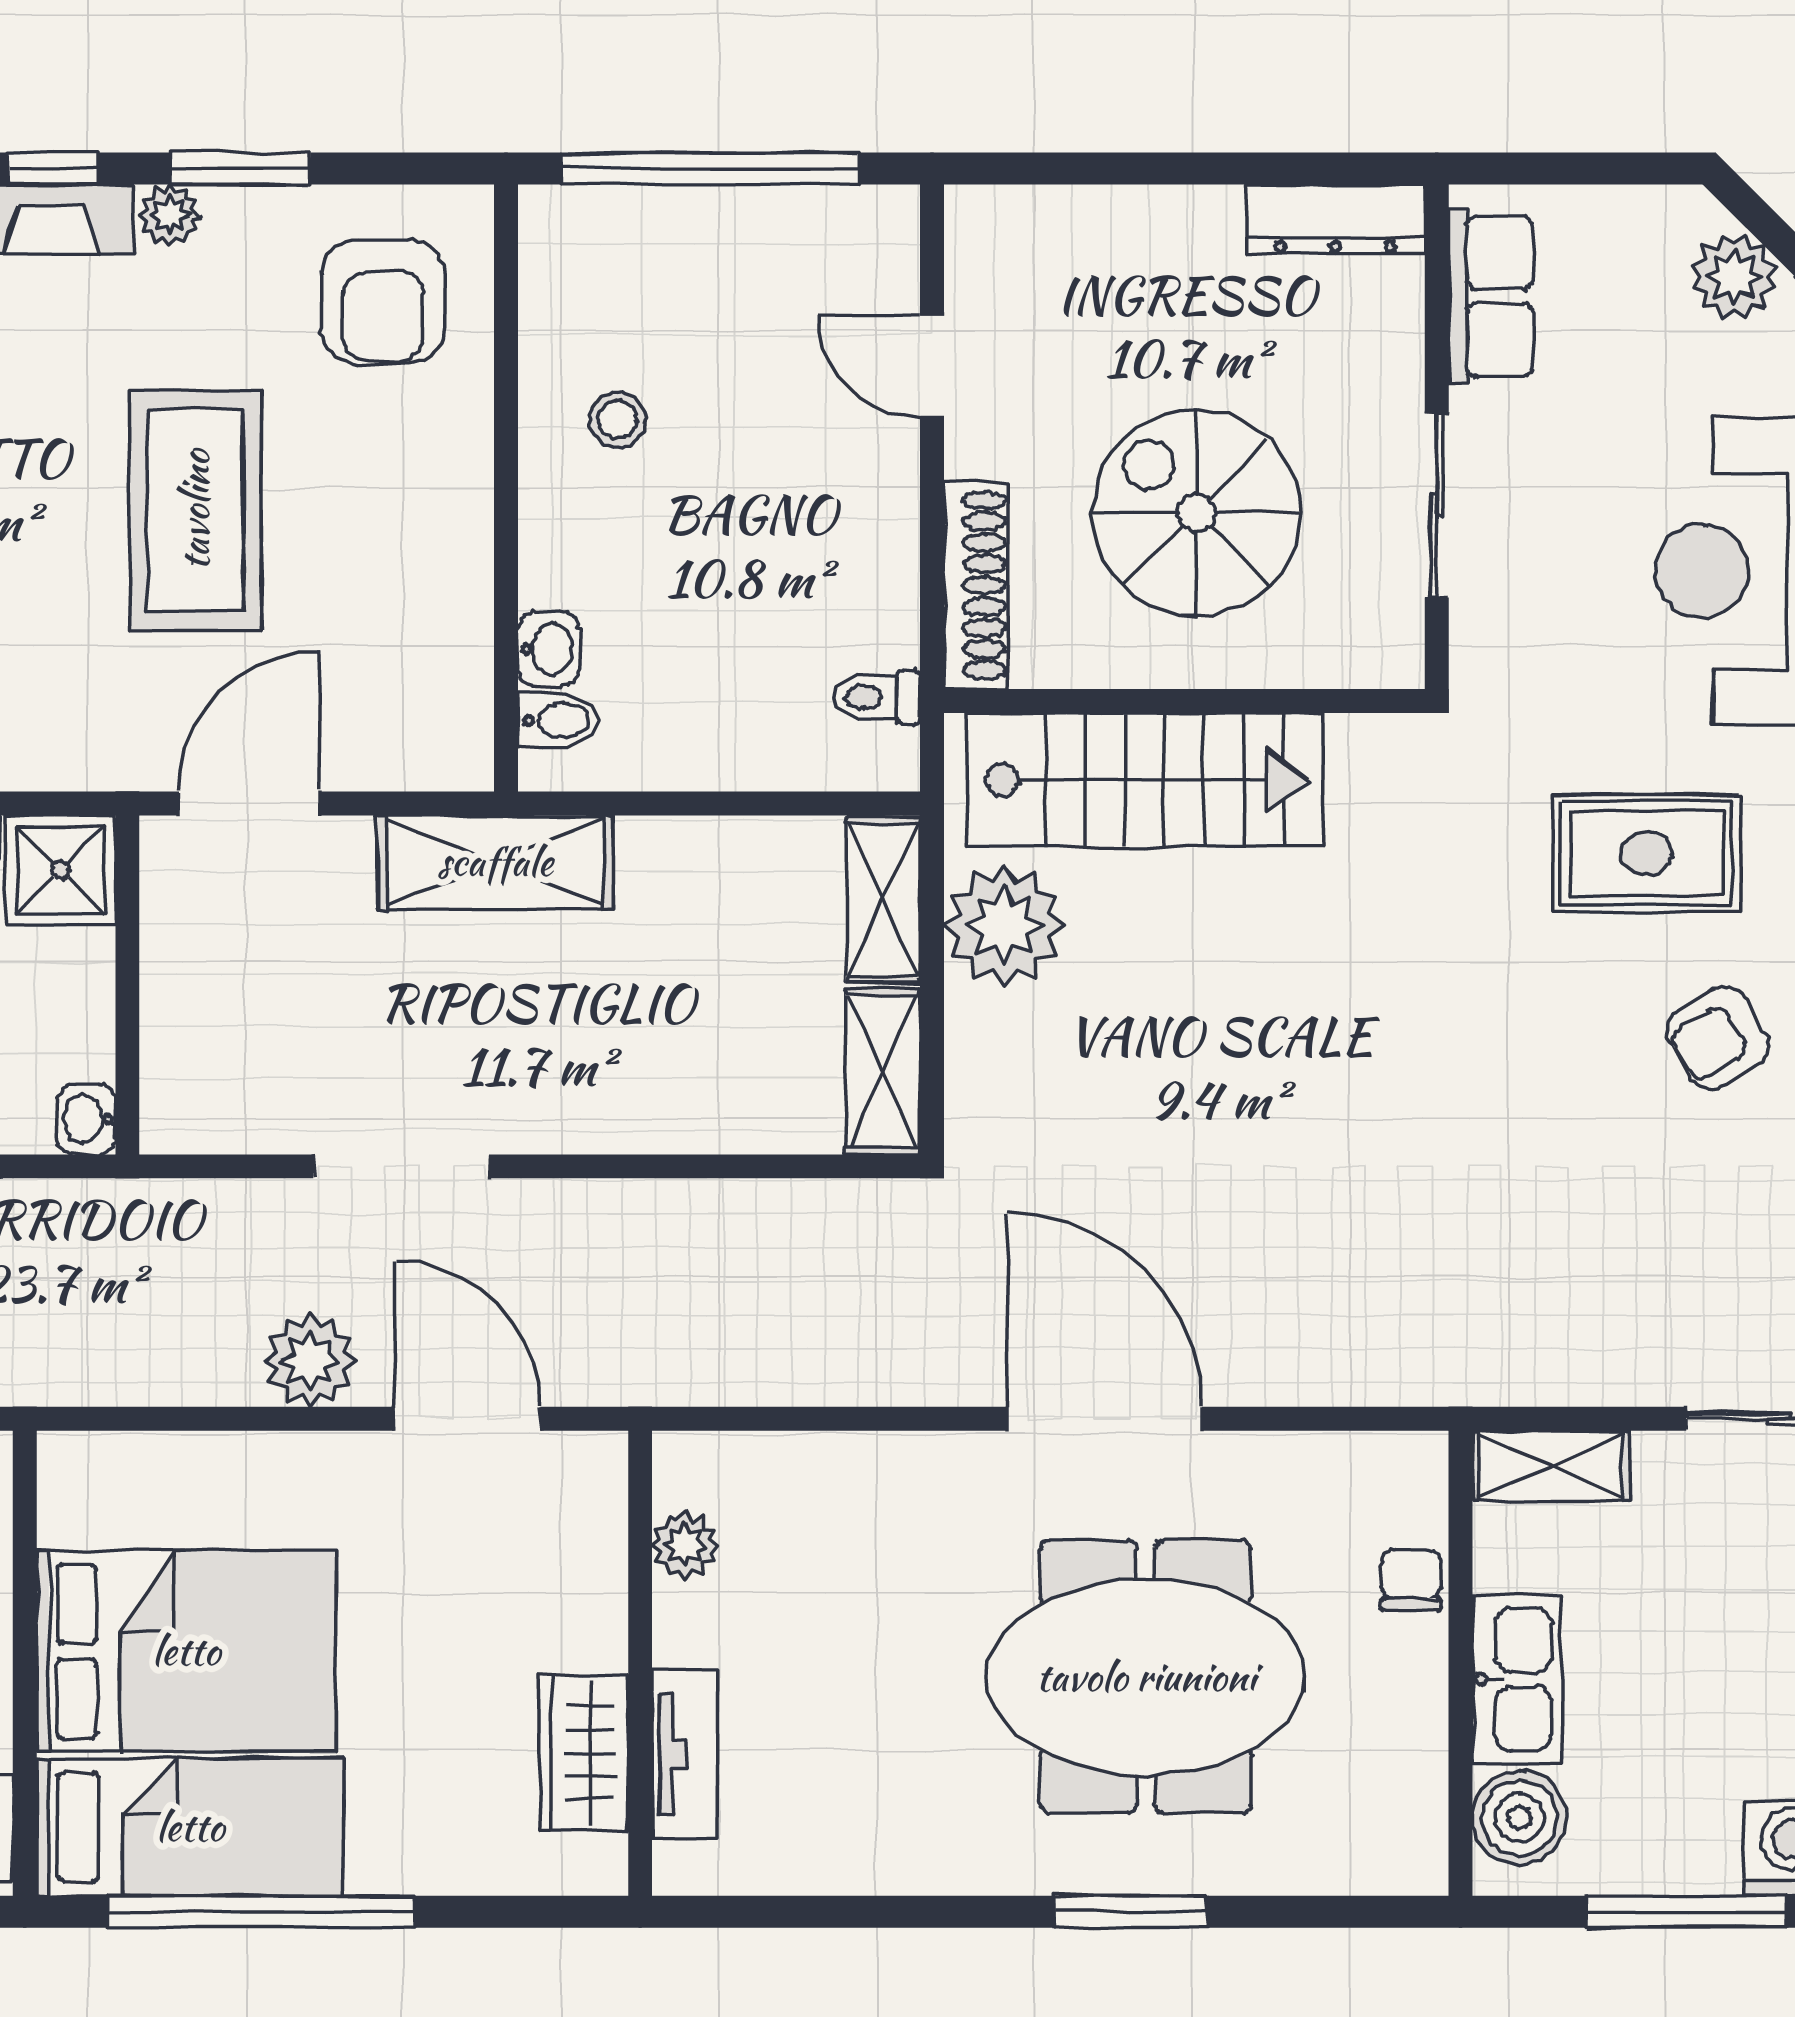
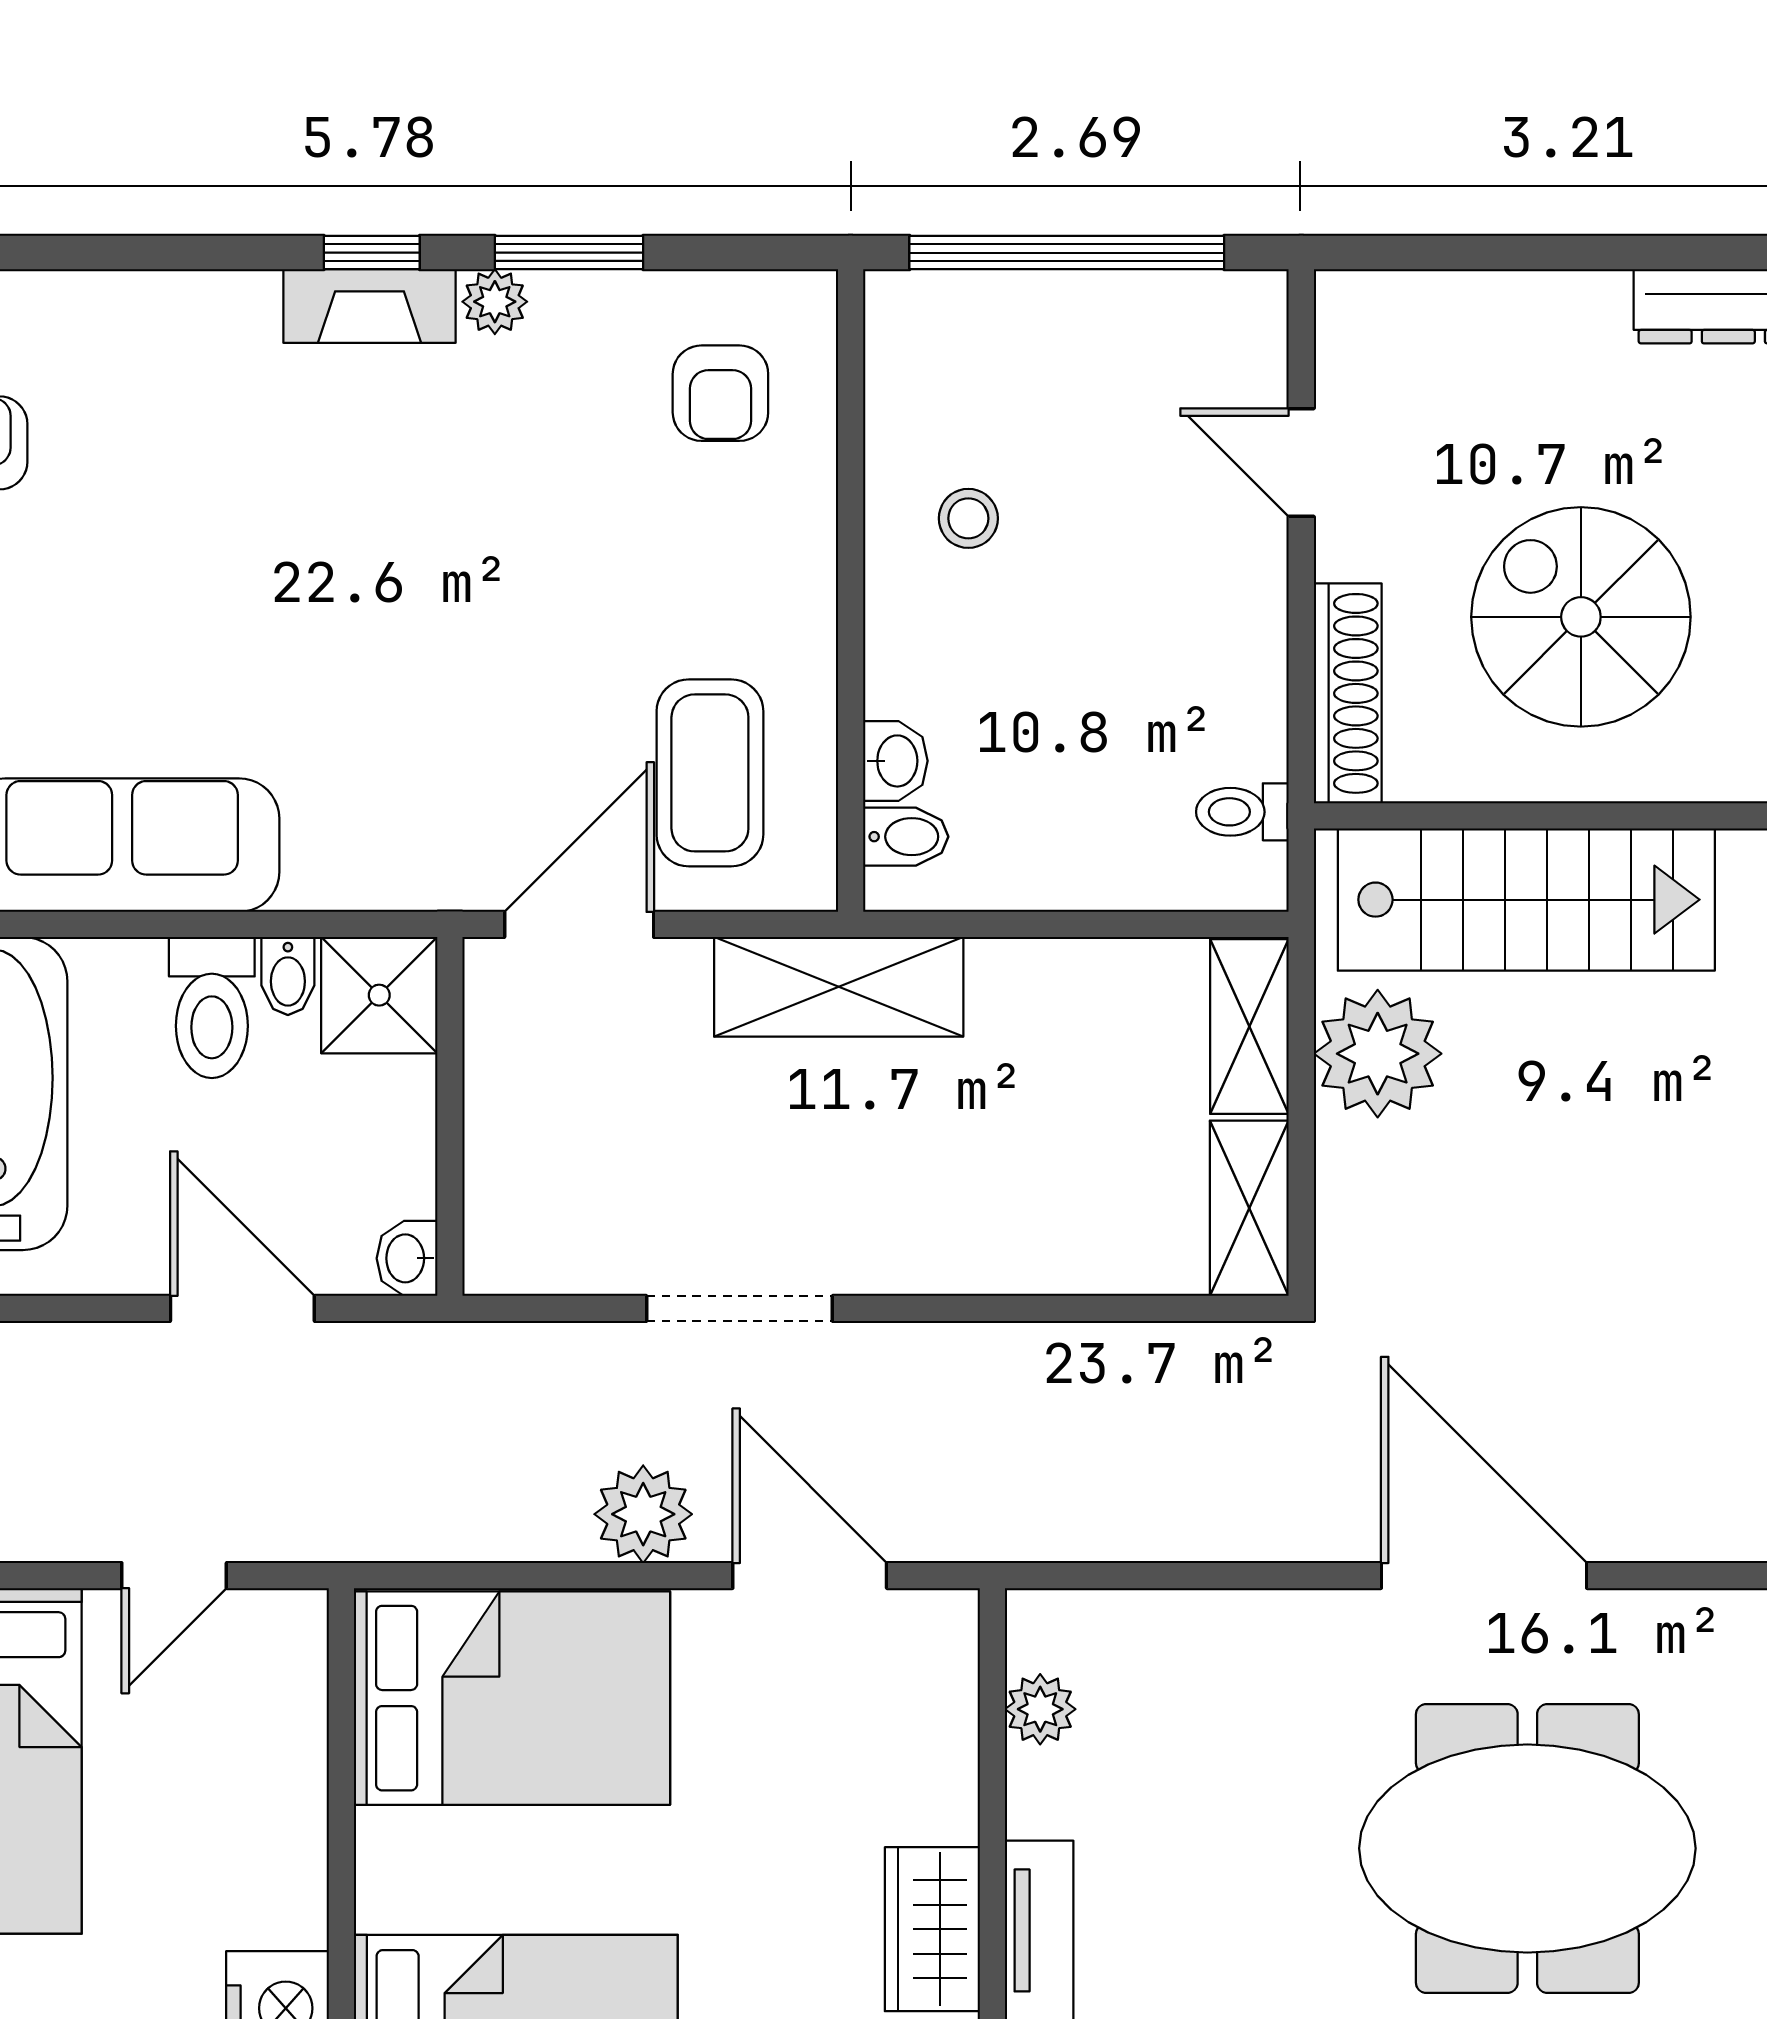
armchair: (383, 301) -> (720, 393), width x0.72, depth x0.72
coffee table: (195, 510) -> (710, 773), moved, width x0.73, depth x0.76
bed: (186, 1651) -> (512, 1698), moved

